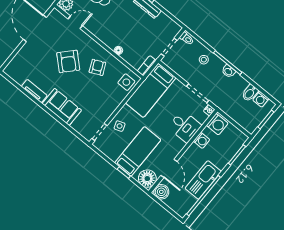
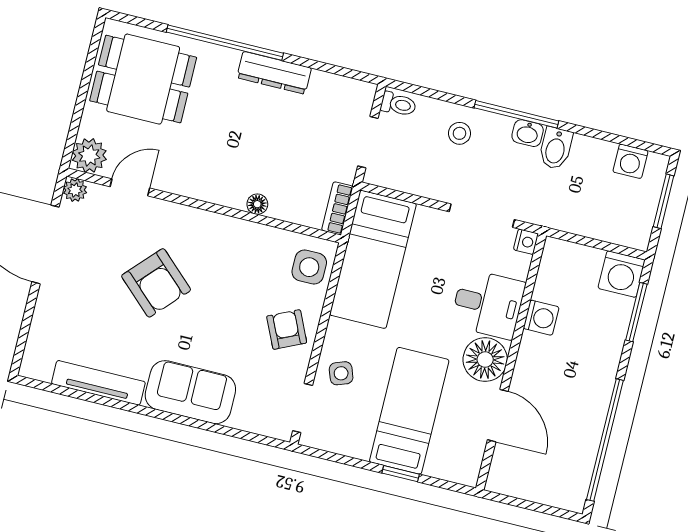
plant: (55, 14) -> (75, 190), added
armchair: (97, 67) -> (287, 329), moved
tv unit: (34, 91) -> (98, 383), width x1.41
bidet: (250, 93) -> (556, 148), moved
washing machine: (217, 124) -> (622, 274), moved, turned 90
floor lamp: (147, 179) -> (485, 360), moved
kitchen sink: (203, 180) -> (587, 405), removed
boiler: (161, 192) -> (506, 477), removed

